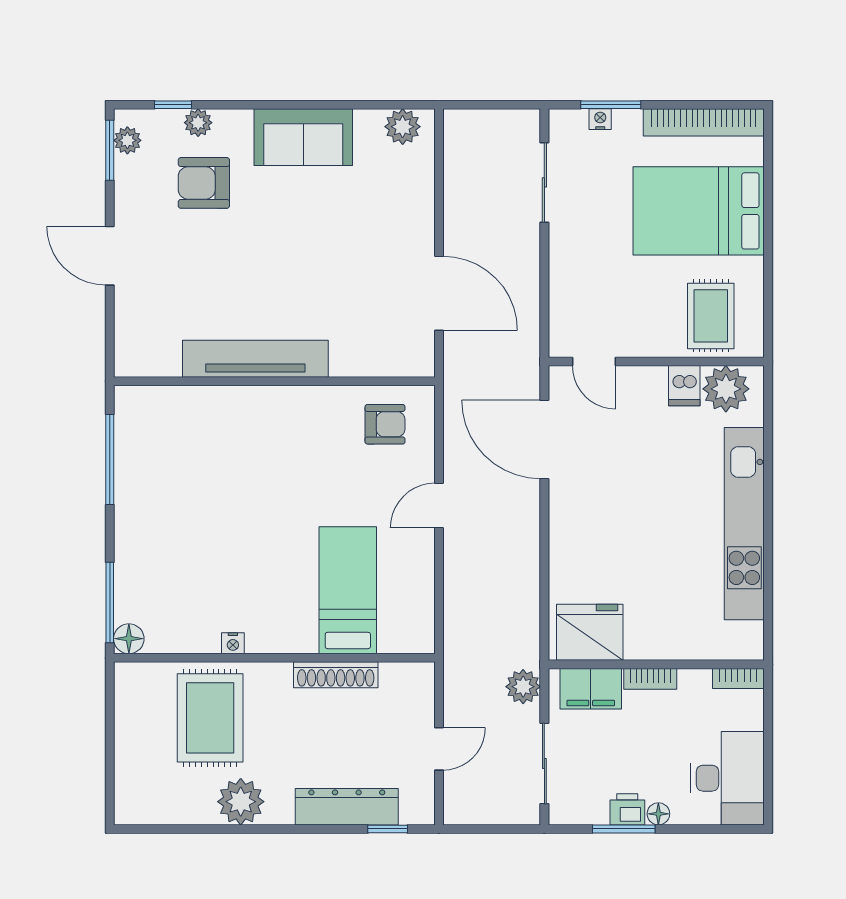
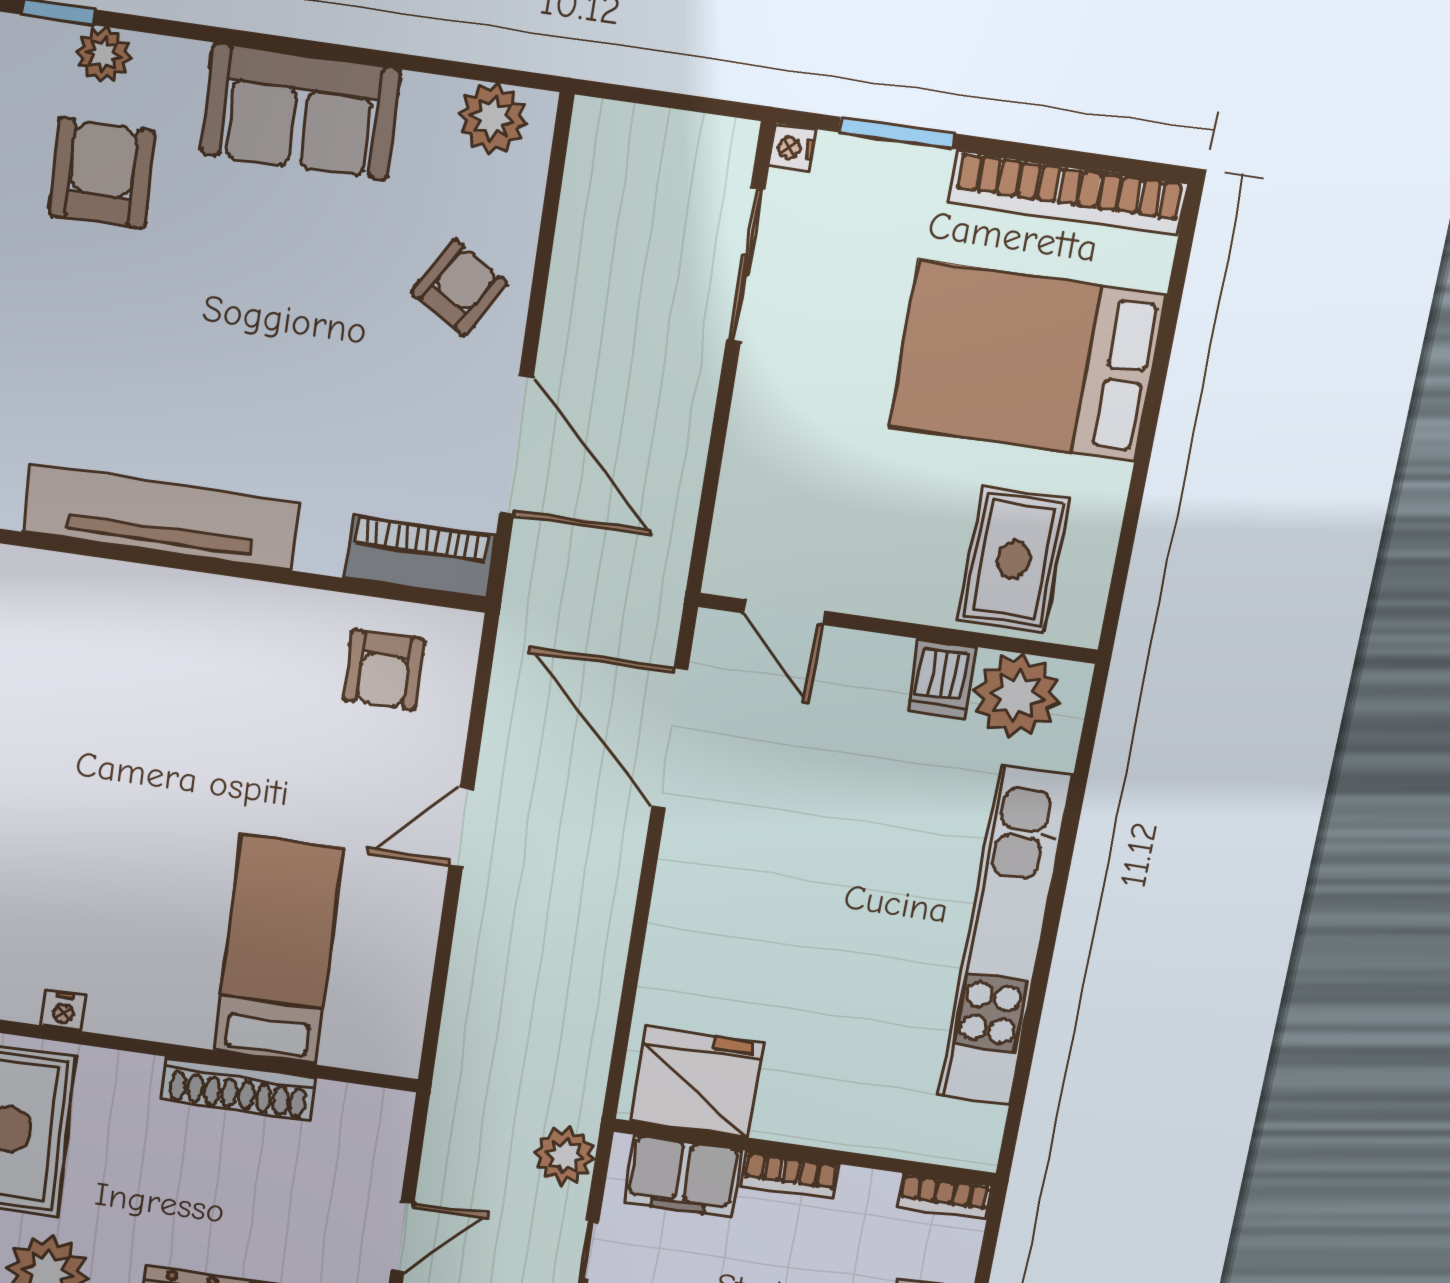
nightstand: (600, 119) -> (792, 148), moved, turned -90
armchair: (204, 183) -> (102, 173), turned 90
armchair: (397, 215) -> (459, 288), added
piano: (396, 360) -> (420, 557), added
armchair: (385, 424) -> (384, 670), turned 90

